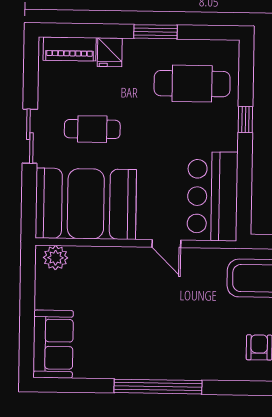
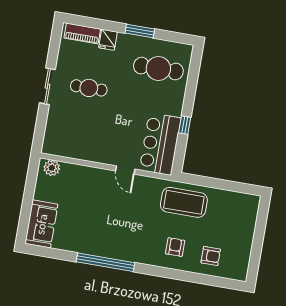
window: (245, 120) -> (185, 125), moved
booth: (86, 204) -> (77, 136), removed

